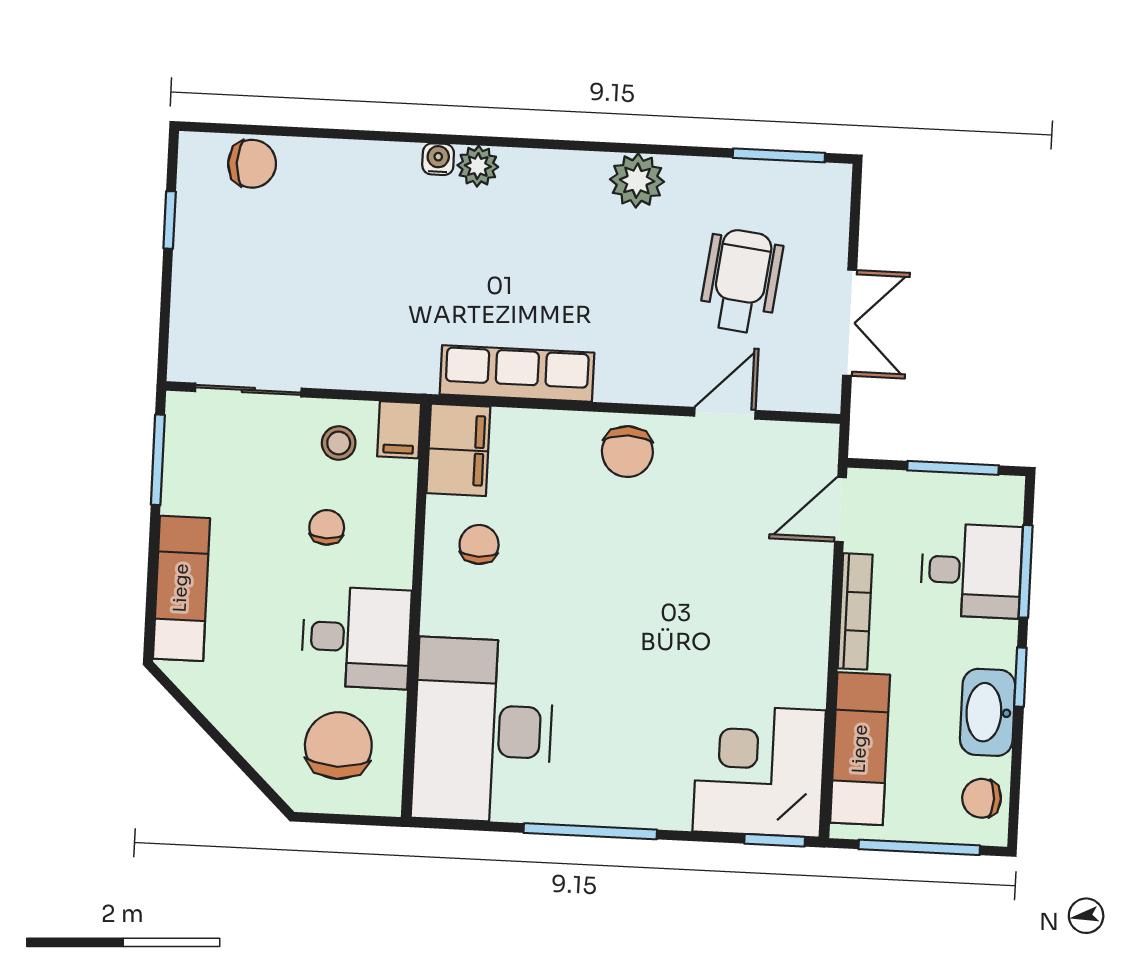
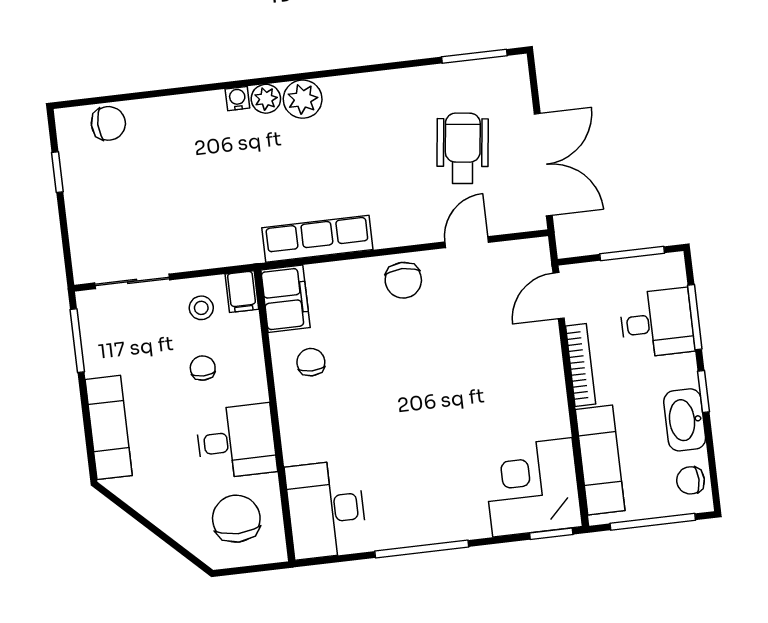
plant: (637, 181) -> (303, 99), moved
double door: (850, 323) -> (543, 165), width x1.37
desk: (483, 730) -> (326, 509), width x0.73, depth x0.77

